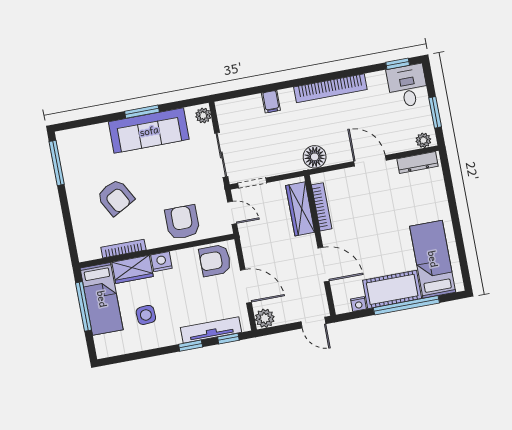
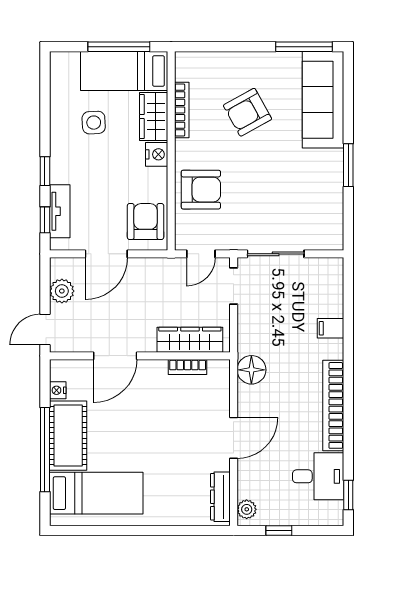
desk: (408, 86) -> (318, 476), moved
window: (435, 112) -> (279, 531), width x0.67
plant: (203, 115) -> (329, 241), removed
sofa: (149, 131) -> (323, 100), moved
bookcase: (322, 207) -> (188, 367), width x0.64
plant: (265, 318) -> (62, 291), moved
tv unit: (211, 330) -> (60, 211), width x0.71

